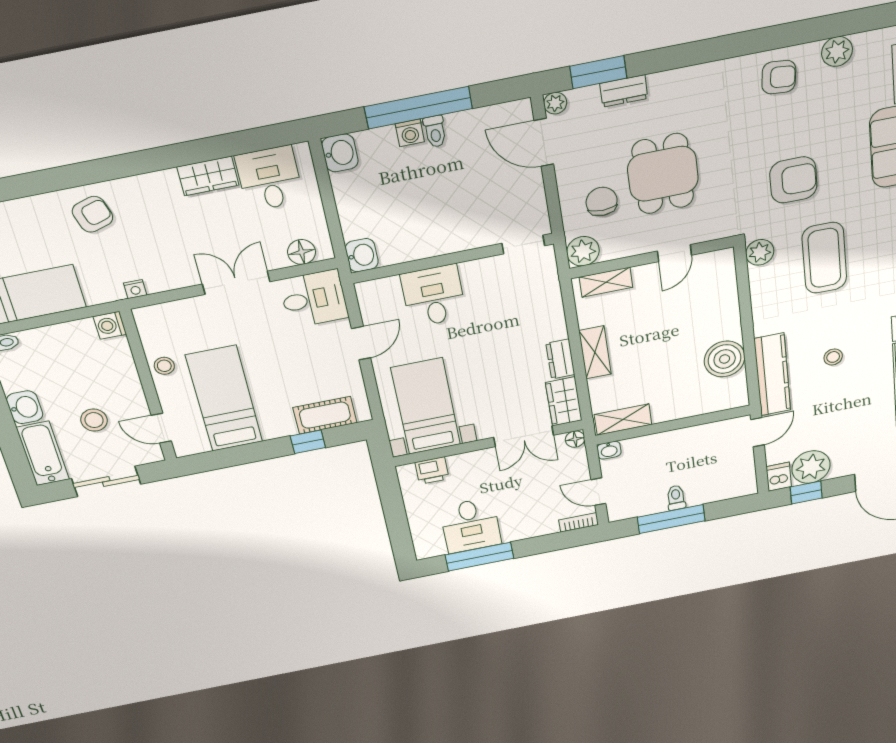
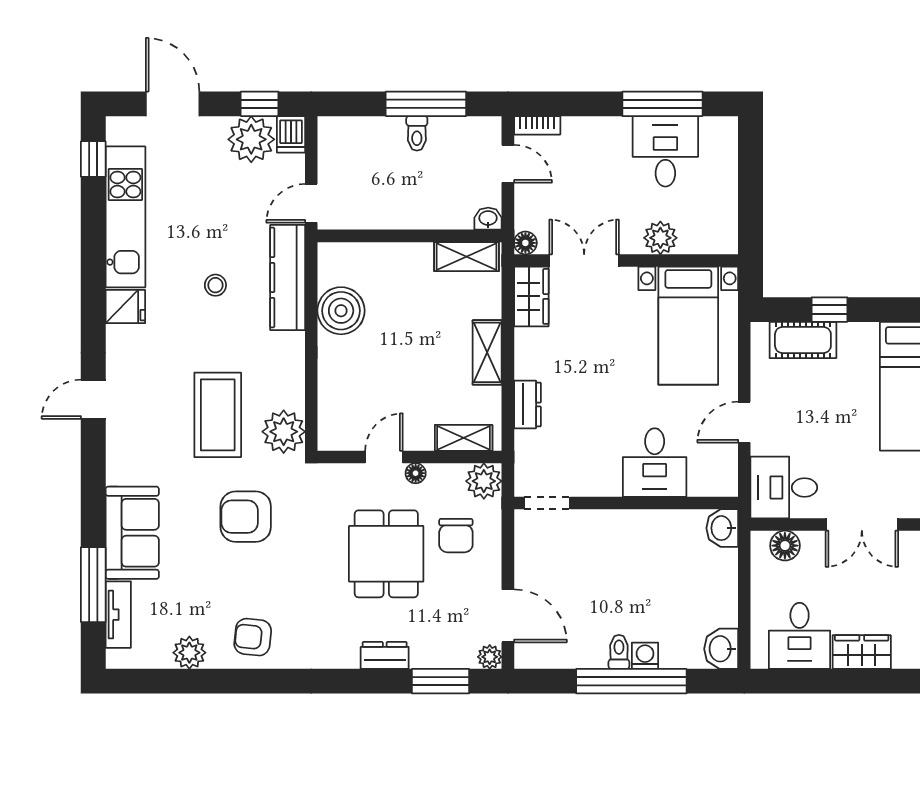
dresser: (624, 91) -> (385, 655), moved
floor lamp: (645, 246) -> (416, 473), added
plant: (760, 252) -> (284, 432), width x1.36, depth x1.36
dresser: (560, 359) -> (527, 404), moved
plant: (463, 465) -> (660, 238), added
printer: (432, 471) -> (697, 238), removed

